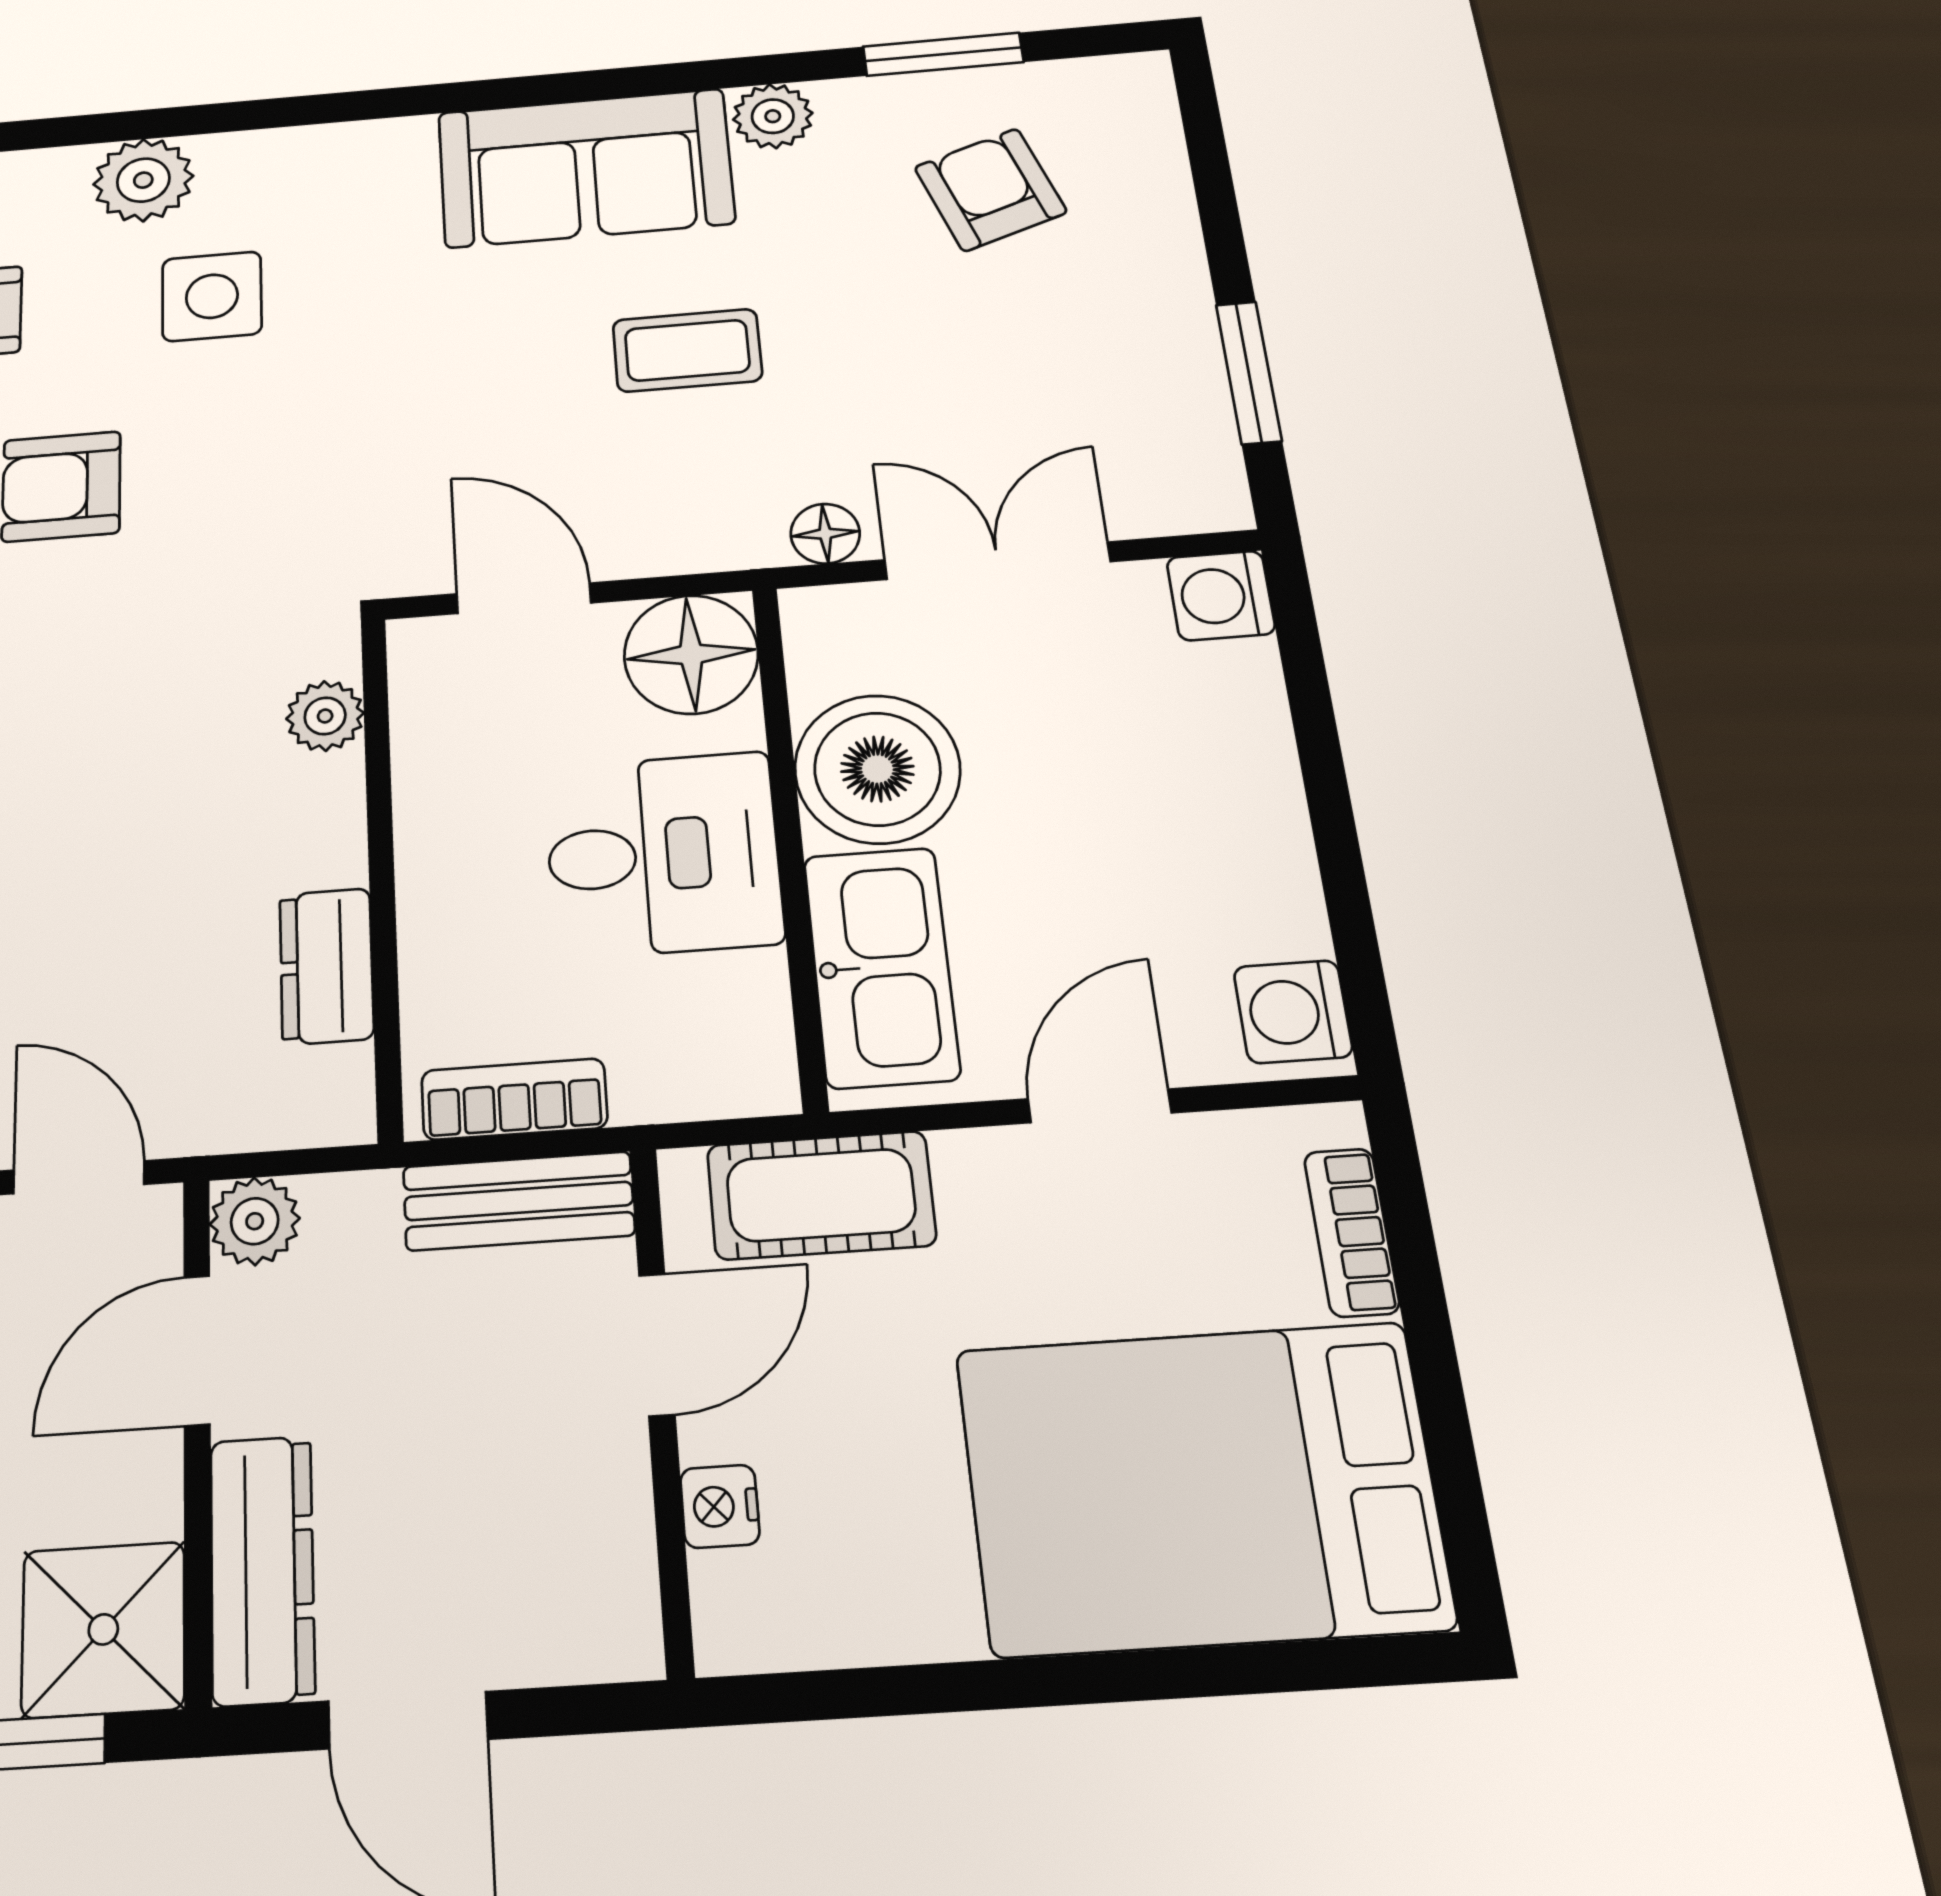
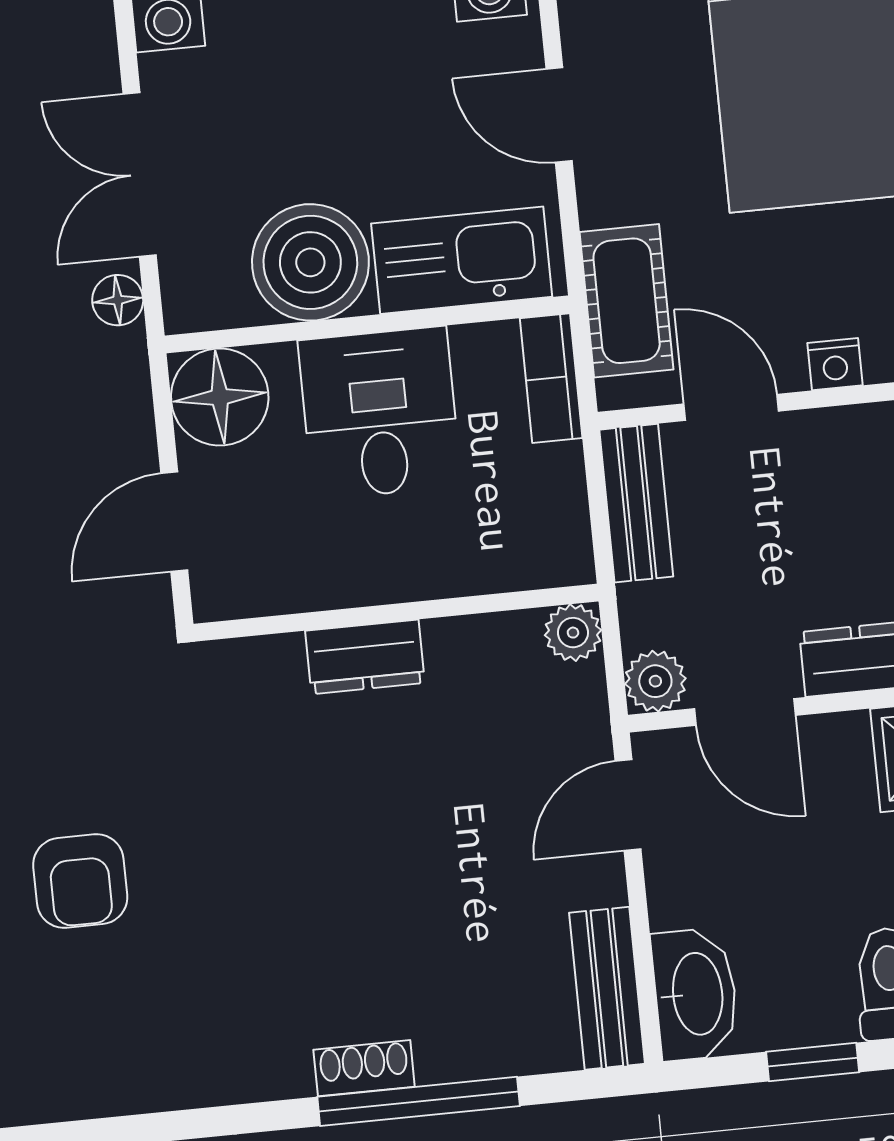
plant: (325, 716) -> (573, 633), moved
dresser: (326, 966) -> (365, 657), moved
bookcase: (514, 1099) -> (551, 378), moved

